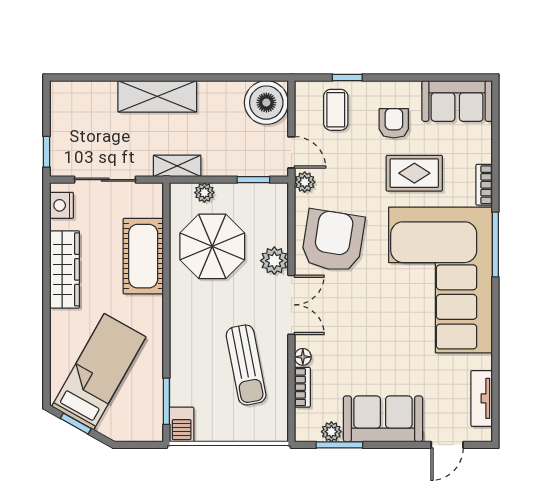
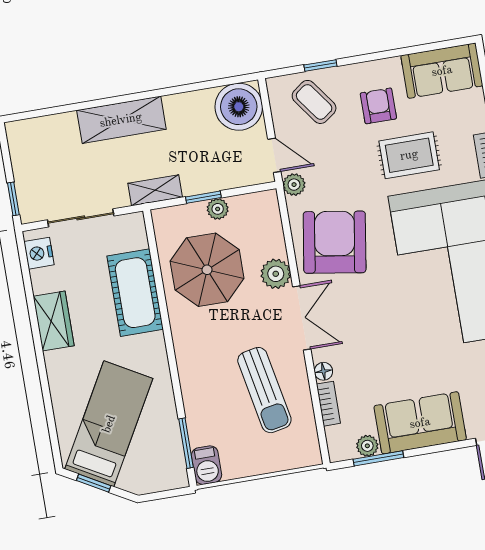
coffee table: (336, 110) -> (314, 102), turned -36
window: (253, 180) -> (203, 197), moved
plant: (204, 193) -> (218, 209), moved
wardrobe: (64, 269) -> (54, 321), width x0.67

